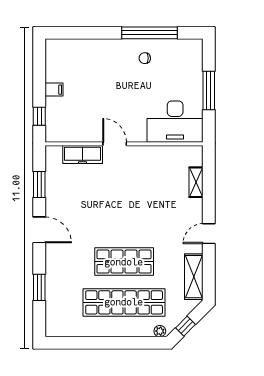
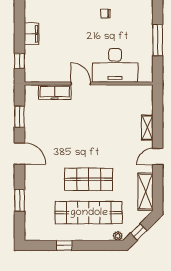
filing cabinet: (54, 90) -> (32, 34), width x2.00
desk: (175, 122) -> (115, 65), moved
shelving: (196, 182) -> (147, 128), moved
window: (94, 343) -> (64, 245), added

